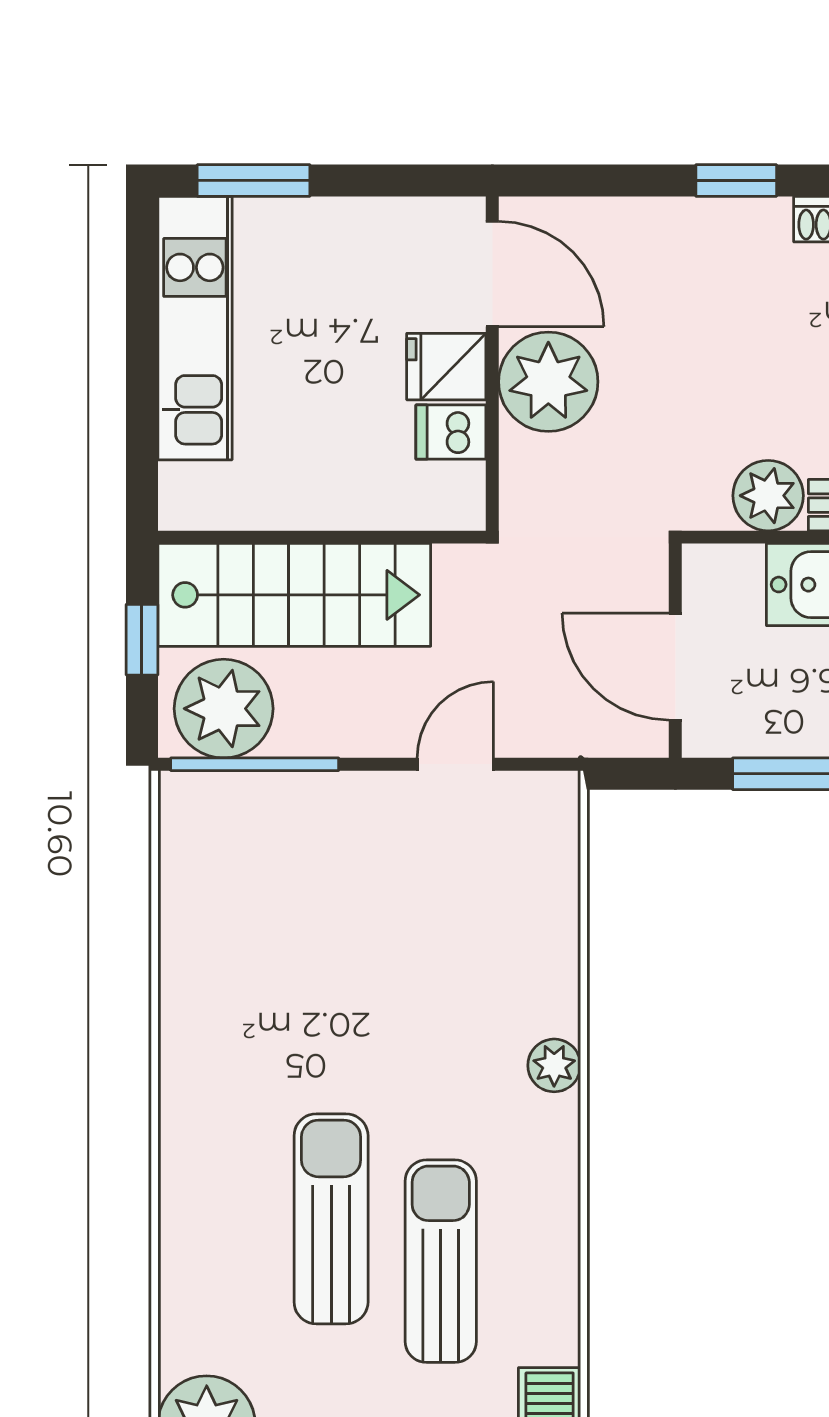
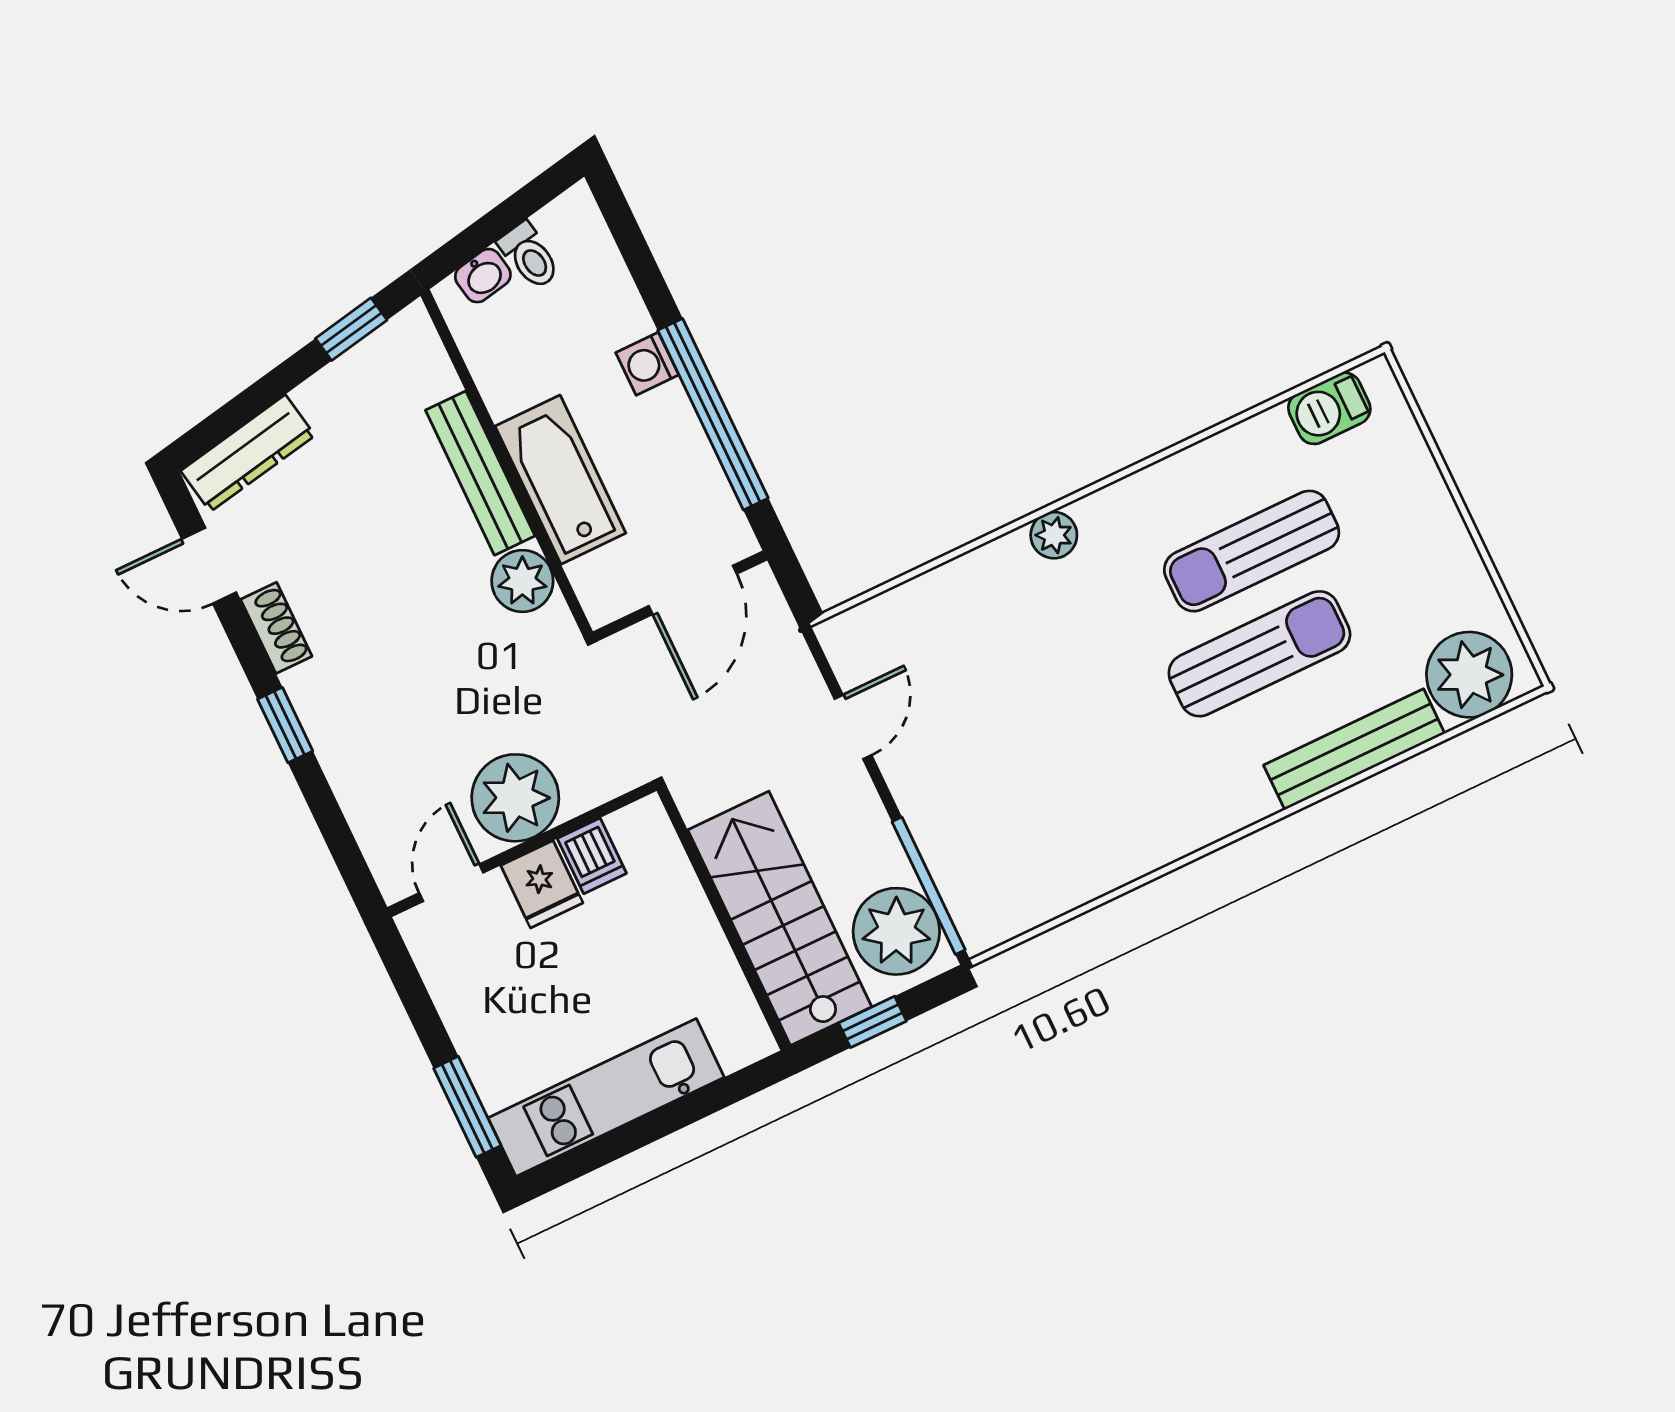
door: (492, 274) -> (451, 883), width x0.73
door: (455, 764) -> (853, 727), swing flipped
sun lounger: (331, 1219) -> (1259, 654), turned 180
bench: (186, 1270) -> (1354, 749), added

